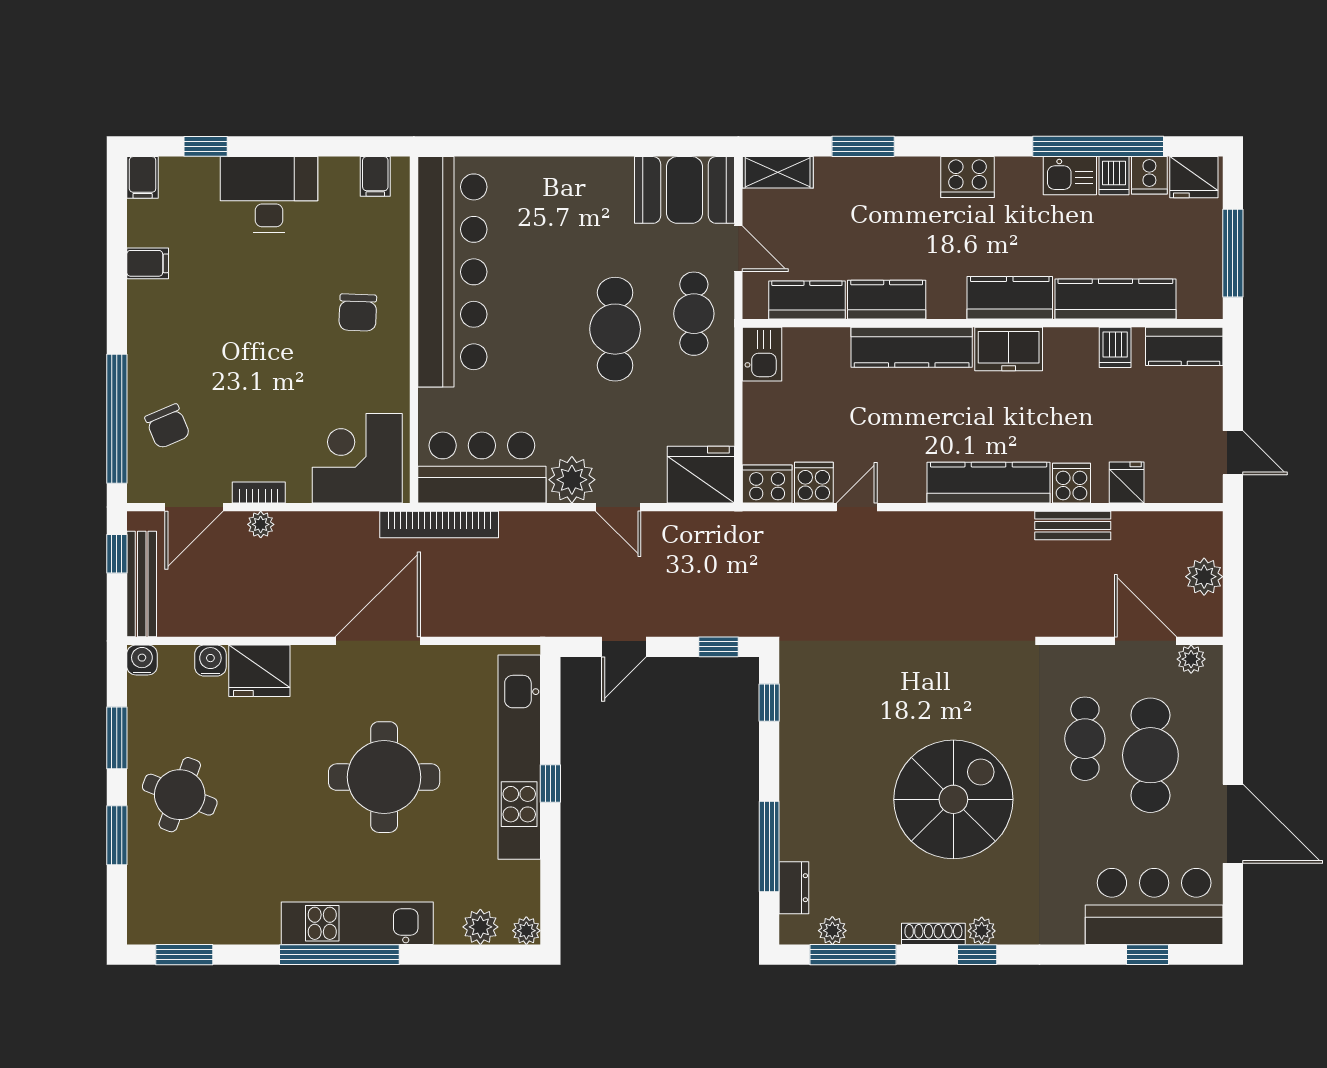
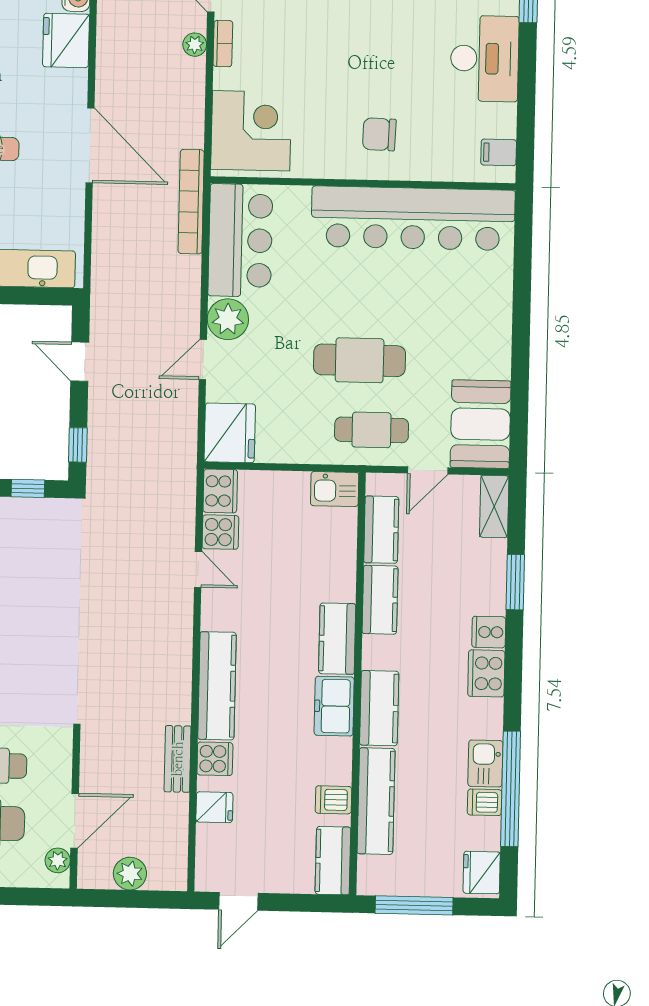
cooker: (1149, 175) -> (489, 632), moved
kitchen counter: (912, 347) -> (337, 639), width x0.67

